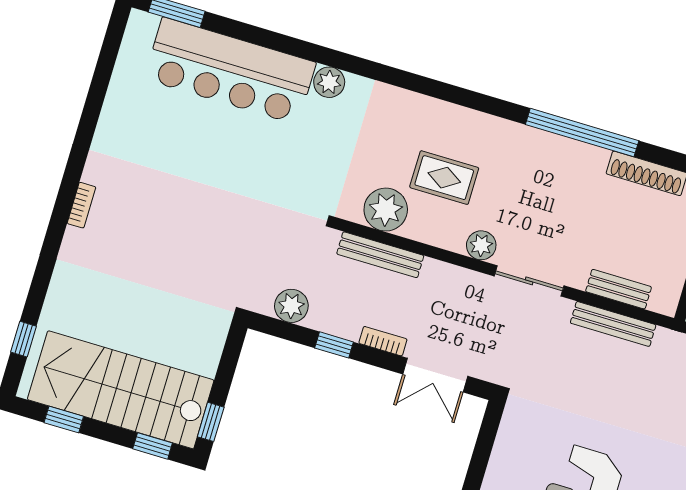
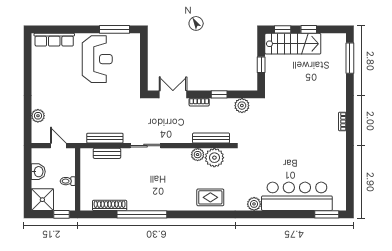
rug: (444, 178) -> (210, 197), moved
plant: (481, 245) -> (198, 155), moved
window: (24, 339) -> (350, 58), width x2.17
stairs: (121, 390) -> (293, 44), width x0.73, depth x0.66
window: (64, 419) -> (309, 29), moved
window: (211, 422) -> (261, 65), moved

